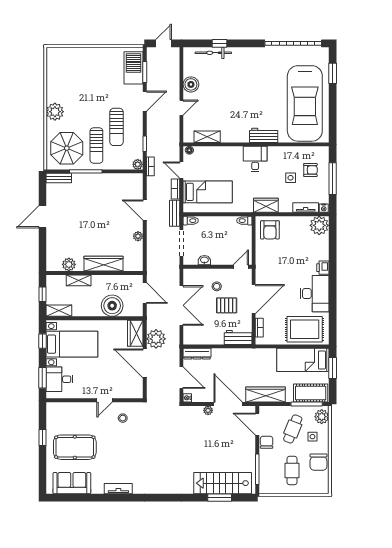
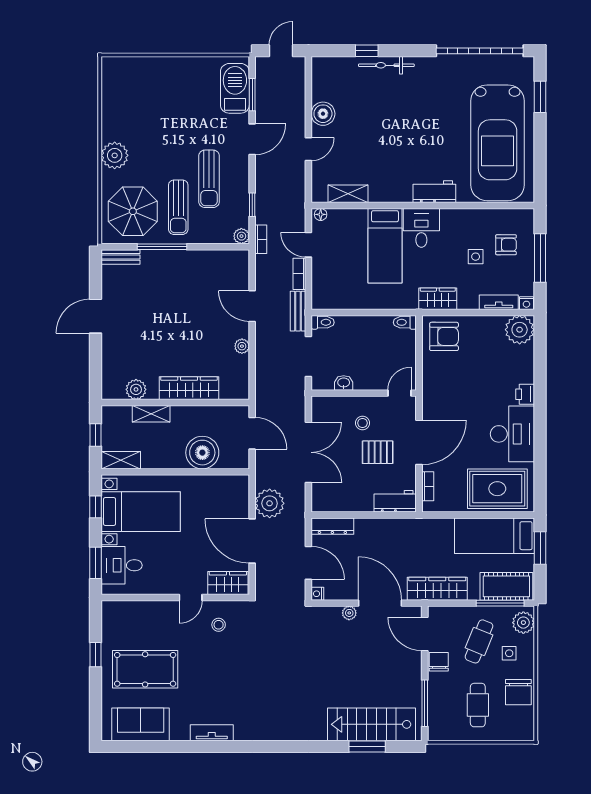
bicycle: (213, 53) -> (386, 65), moved
bed: (208, 192) -> (385, 246), moved, turned 90
armchair: (270, 230) -> (444, 336), turned -90
wardrobe: (135, 333) -> (228, 583), moved, turned 90

